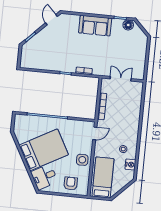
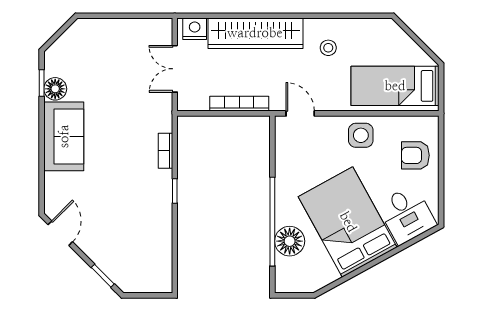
door: (52, 20) -> (60, 233), swing flipped
floor lamp: (128, 25) -> (55, 89), moved
wardrobe: (133, 117) -> (255, 33), added
floor lamp: (38, 123) -> (290, 241), added
nightstand: (130, 165) -> (195, 29), moved

